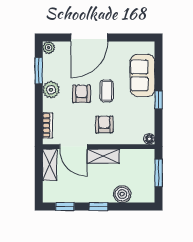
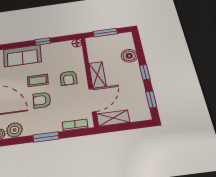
window: (39, 71) -> (46, 137), moved
plant: (51, 90) -> (14, 130), moved
armchair: (104, 125) -> (68, 78), turned -90

